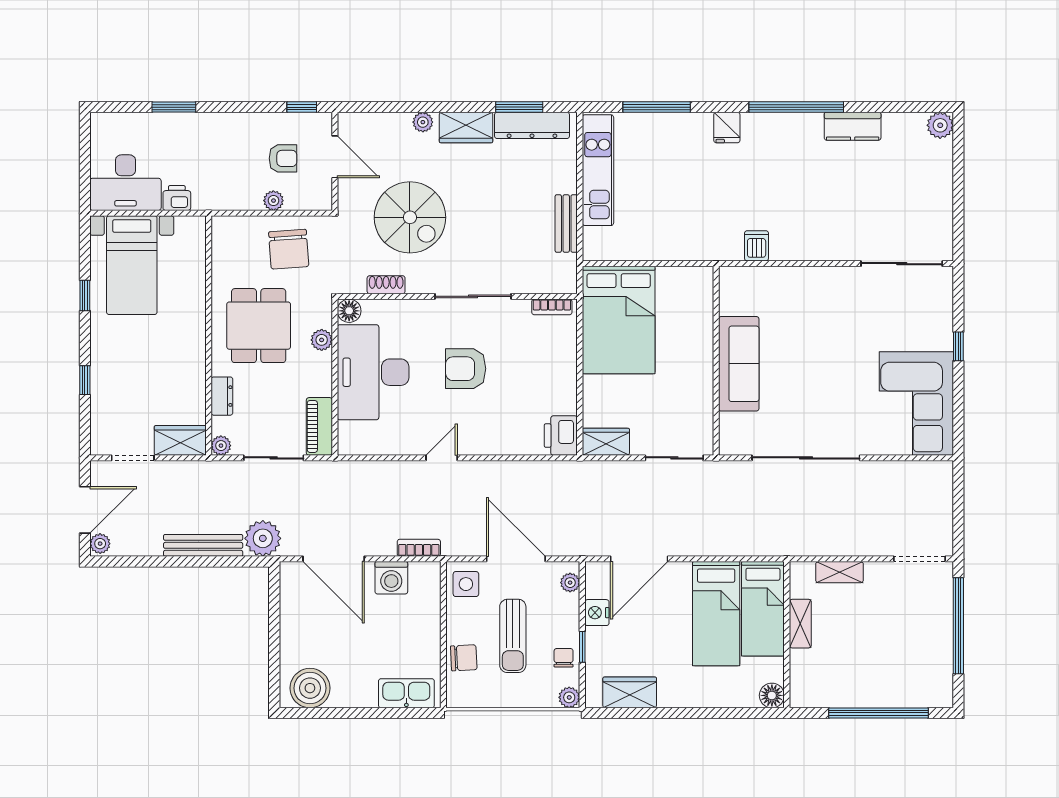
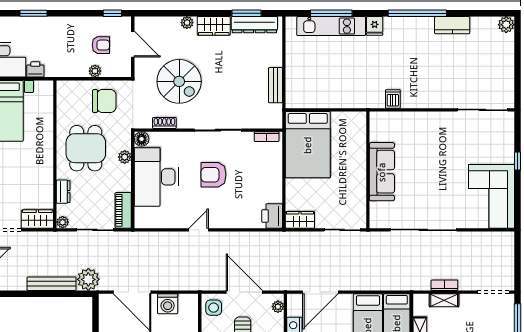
kitchen unit: (598, 170) -> (331, 26), moved, turned 90
chair: (289, 249) -> (104, 101), turned -86
bookcase: (419, 548) -> (444, 285), moved

